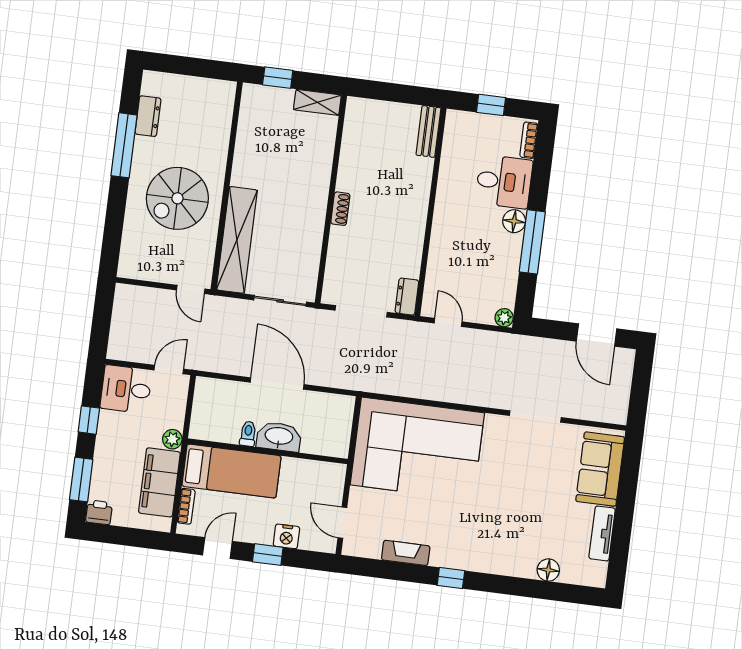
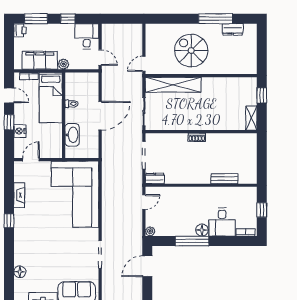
bench: (428, 131) -> (224, 179), moved
door: (597, 335) -> (147, 266), moved
washbasin: (279, 437) -> (72, 135), moved

